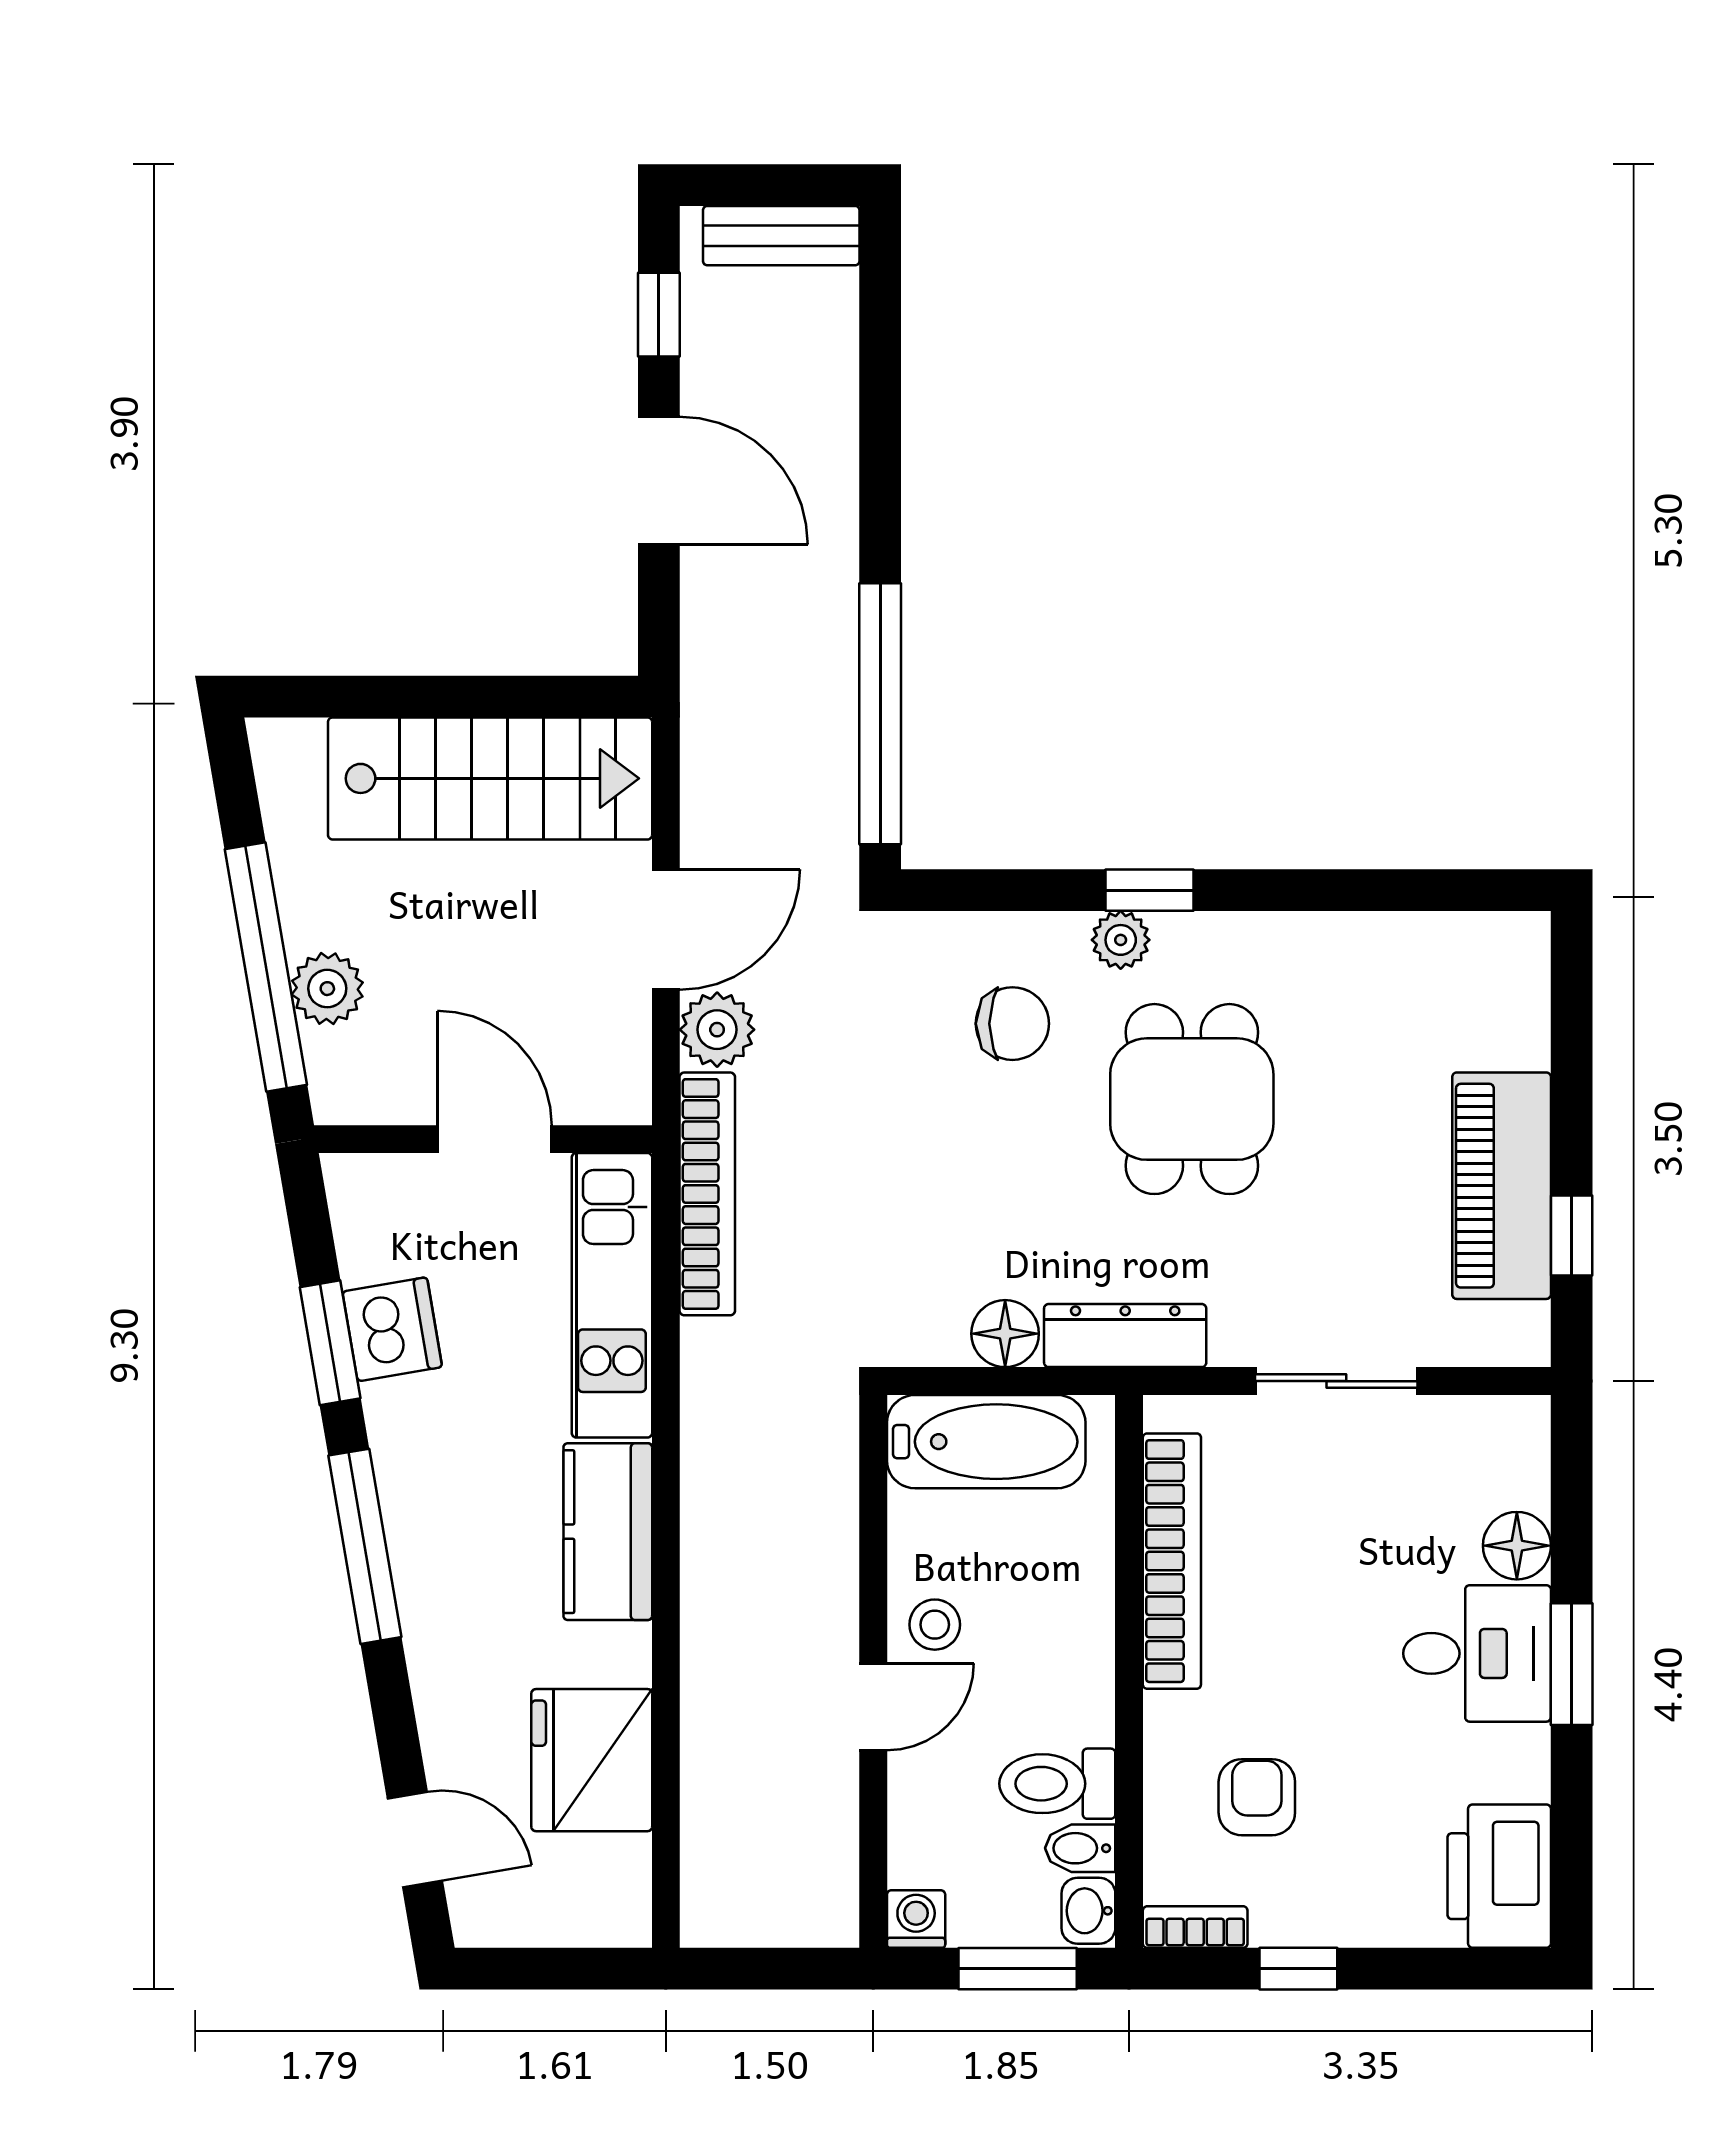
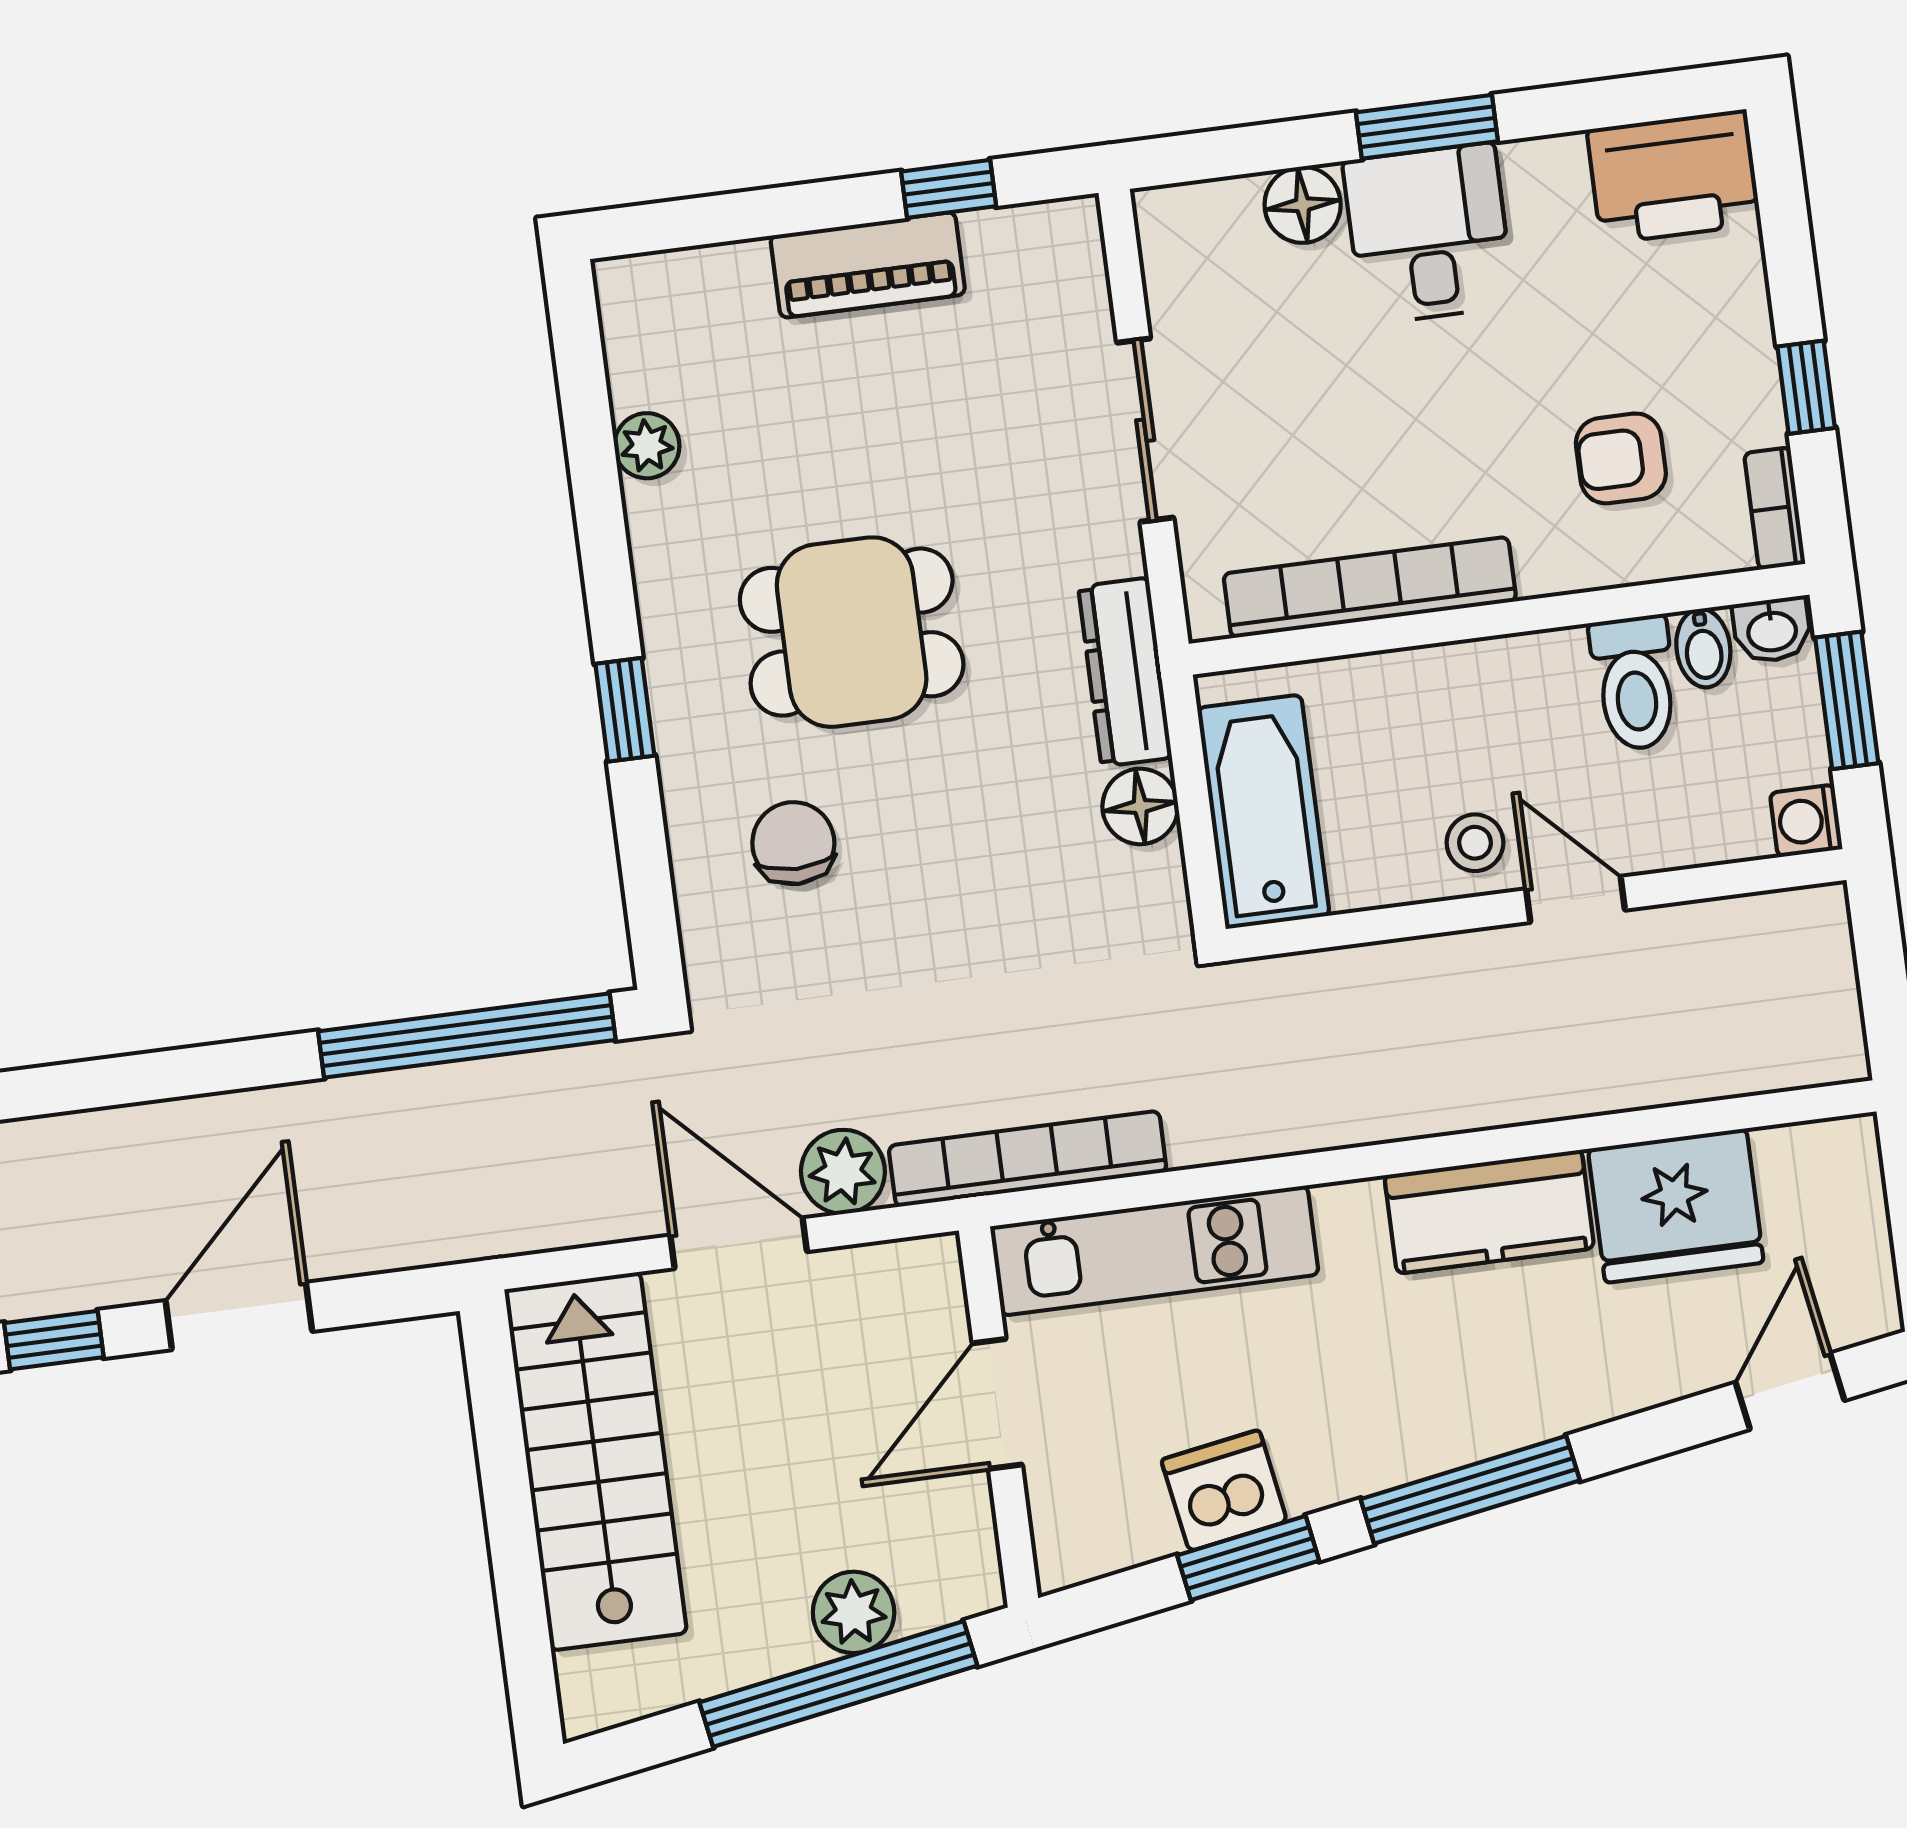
plant: (1121, 940) -> (647, 446), moved
piano: (1502, 1186) -> (868, 265), width x0.73, depth x0.75
kitchen counter: (608, 1532) -> (1489, 1212), moved

